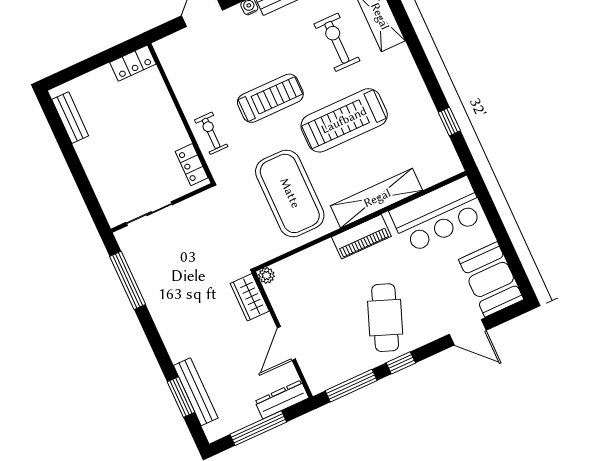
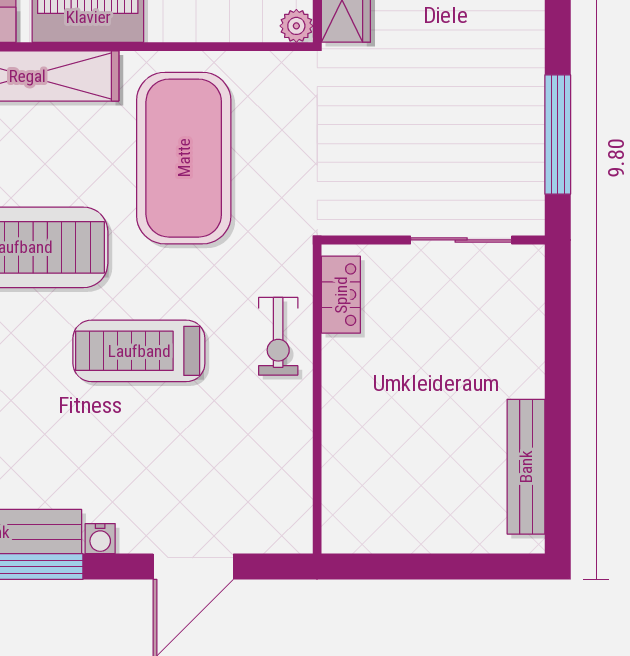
locker: (133, 63) -> (364, 532), removed
bench: (70, 118) -> (526, 467), width x1.36

